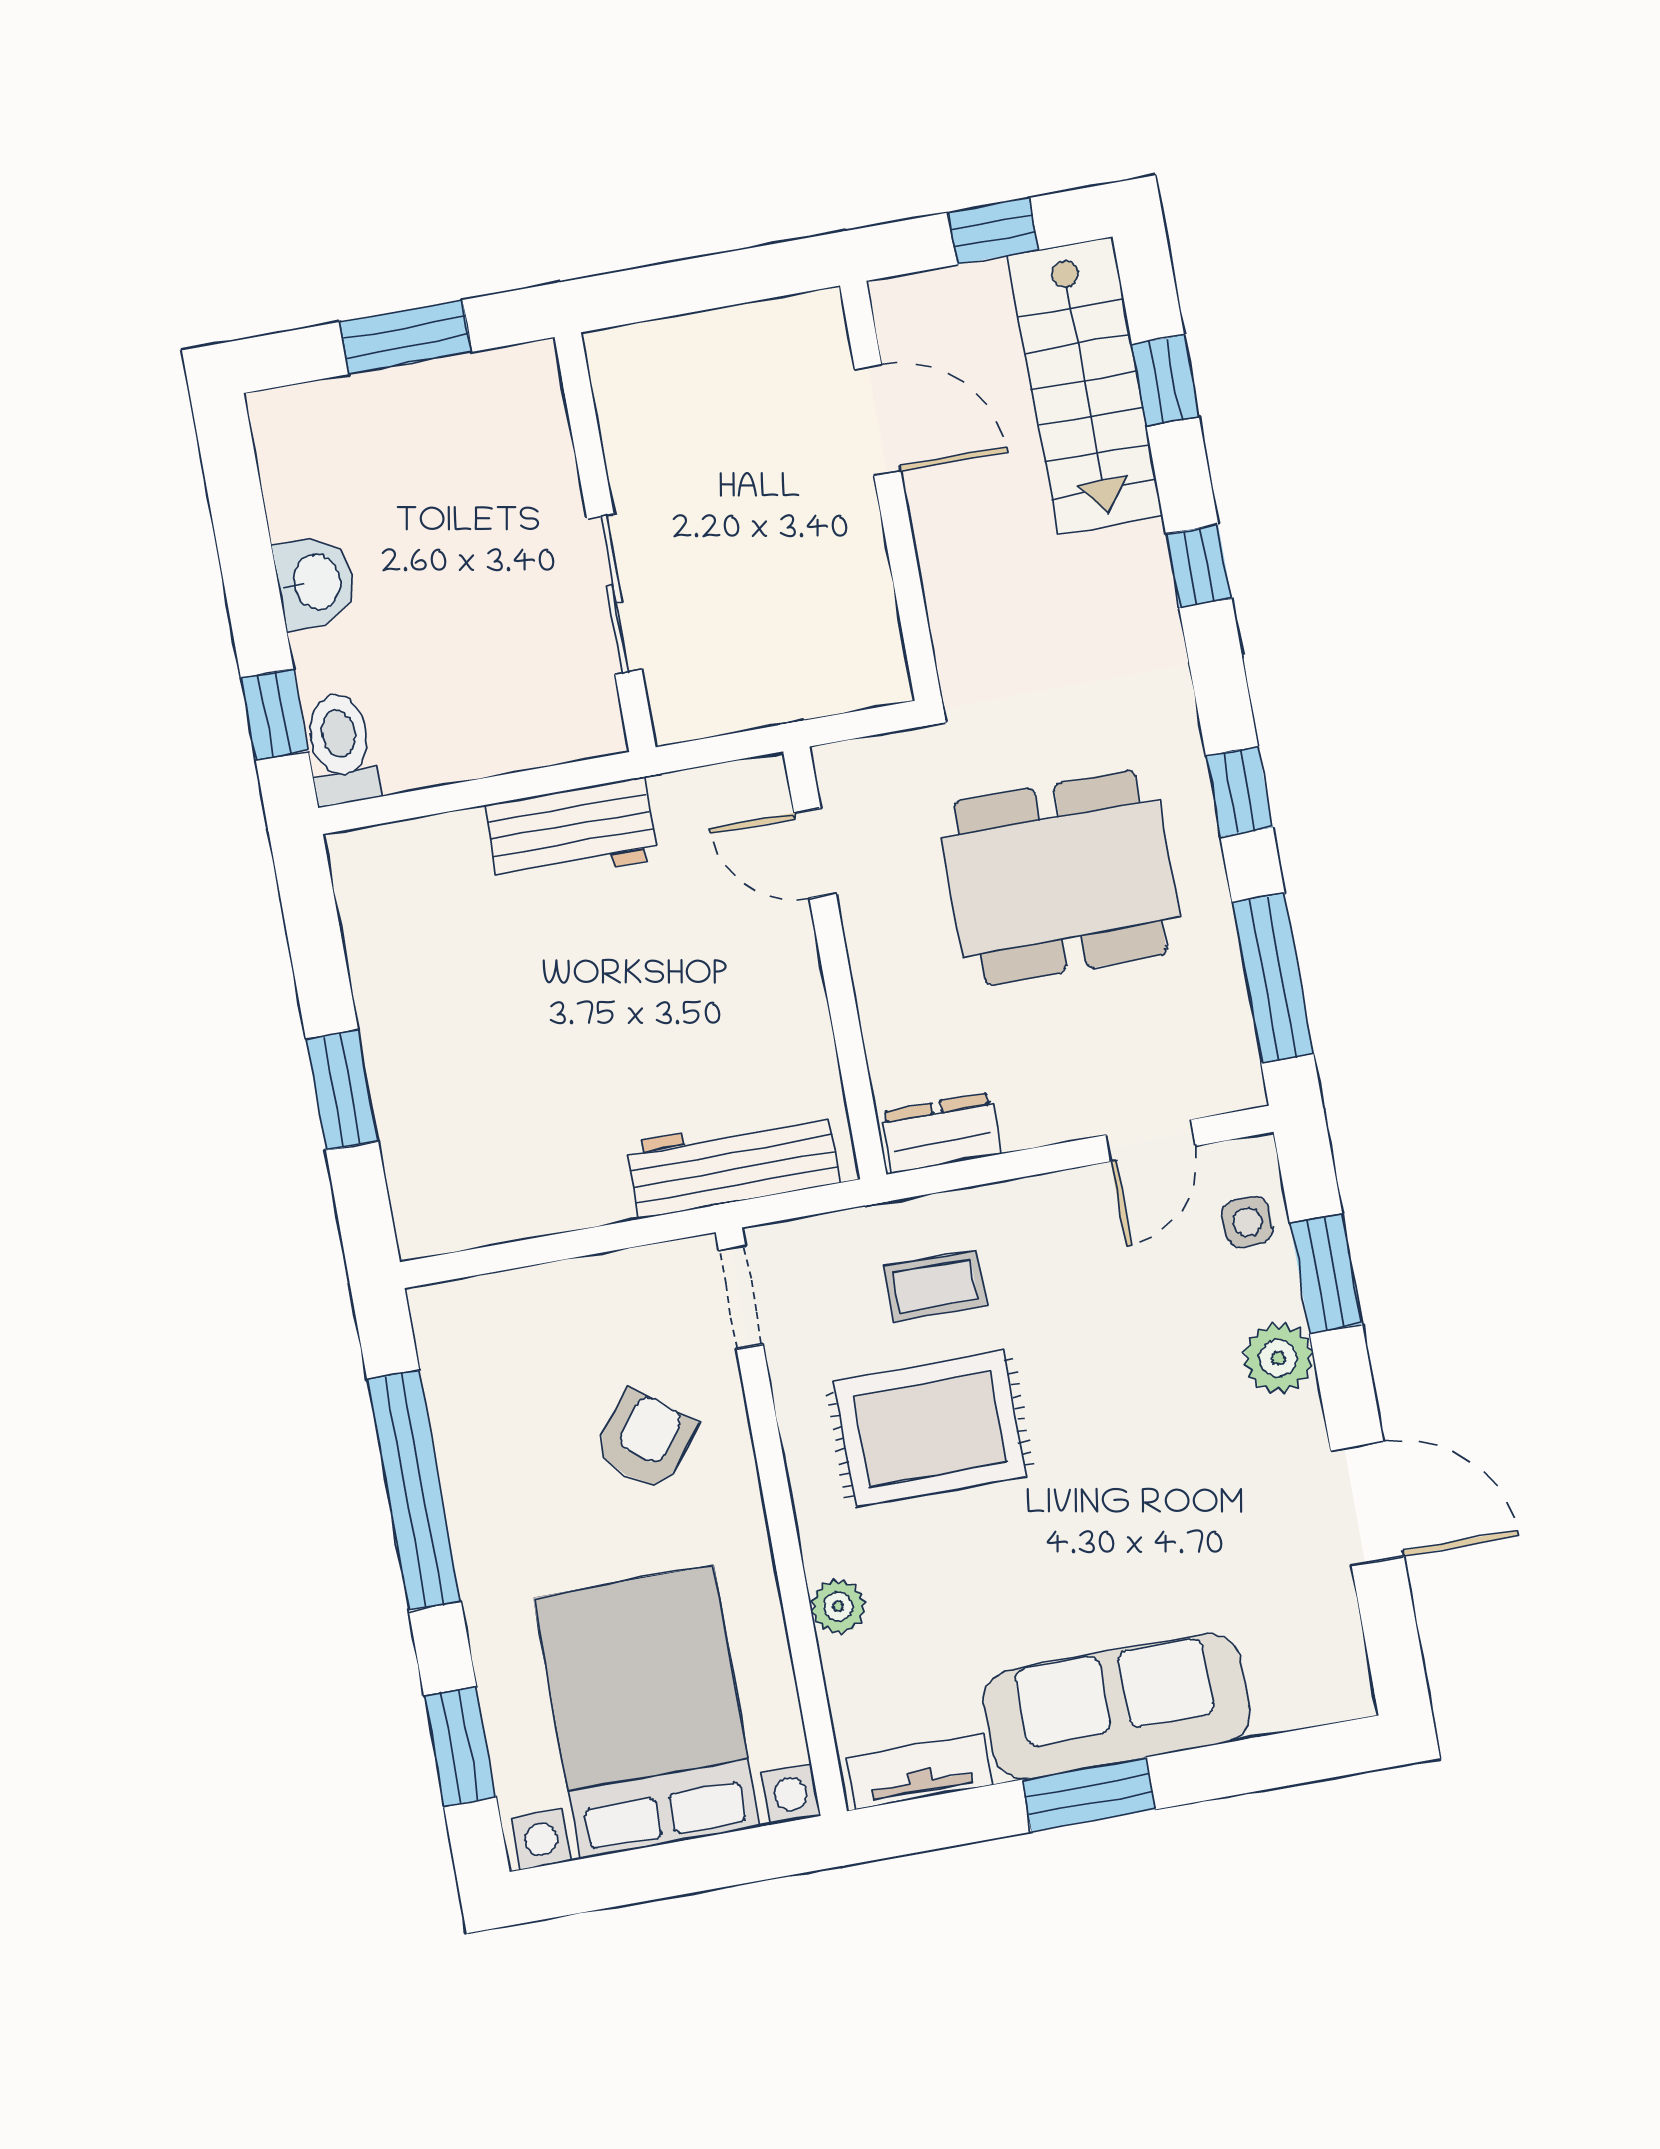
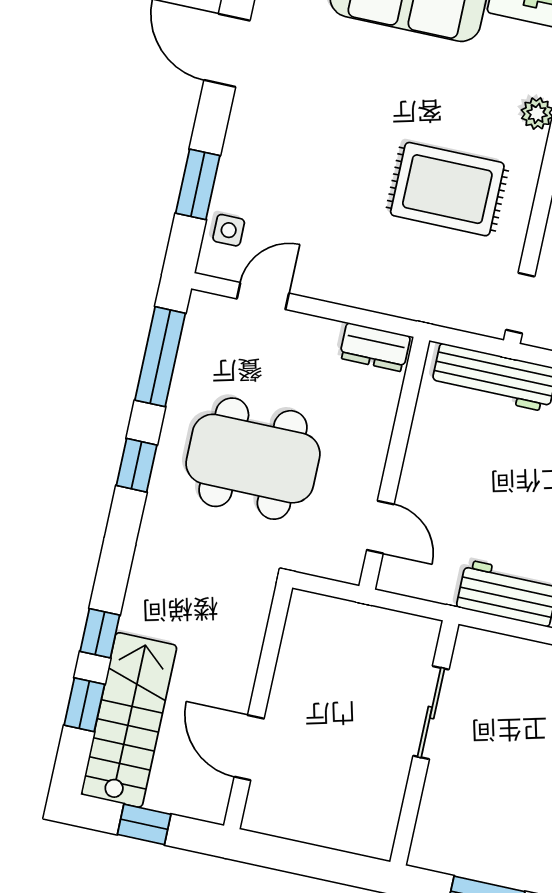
window: (1199, 566) -> (100, 633), moved
coffee table: (935, 1286) -> (412, 265), removed
plant: (1278, 1358) -> (243, 149), removed

